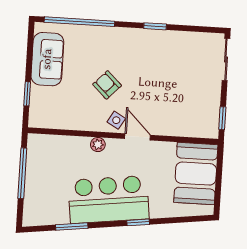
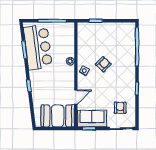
sofa: (47, 59) -> (92, 119), moved, turned 180
armchair: (188, 59) -> (120, 108), added
door: (138, 137) -> (76, 97), moved
bar counter: (109, 199) -> (38, 47), moved

